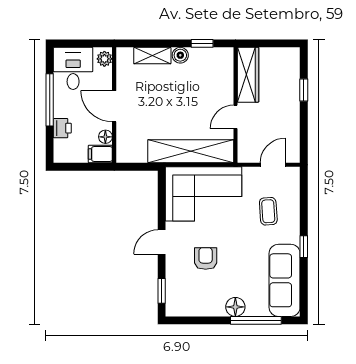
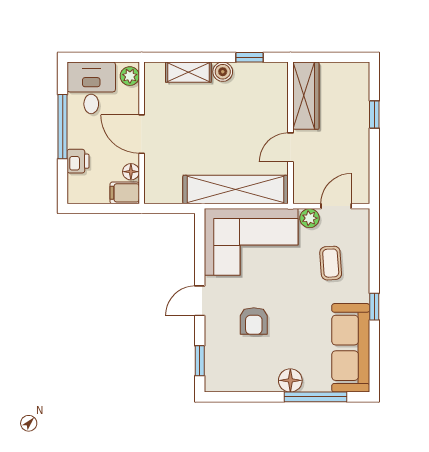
plant: (251, 175) -> (310, 218), added
armchair: (206, 258) -> (254, 321), turned 180

